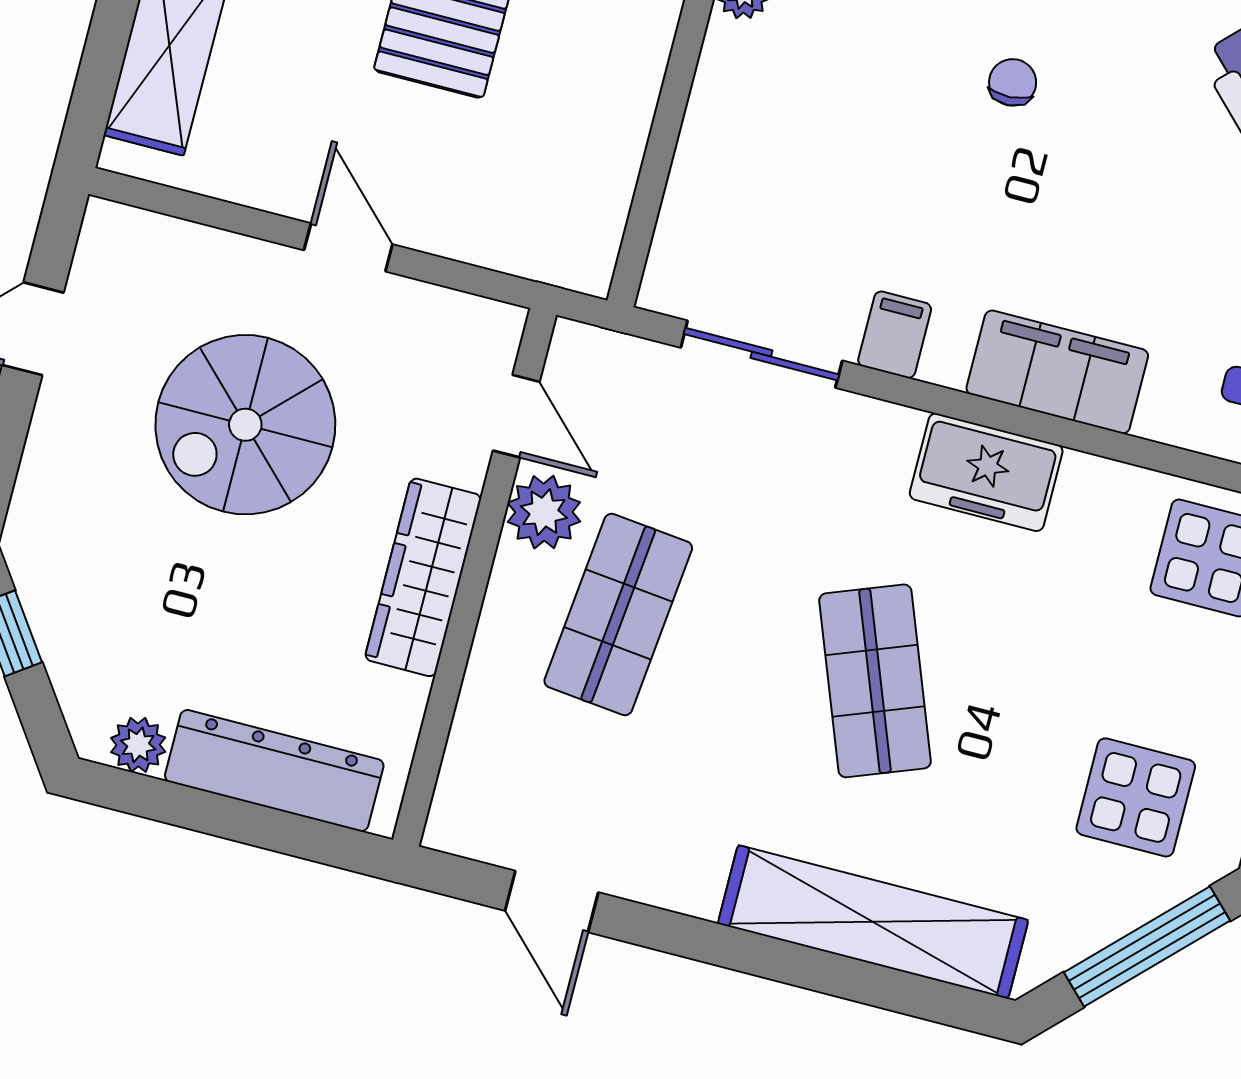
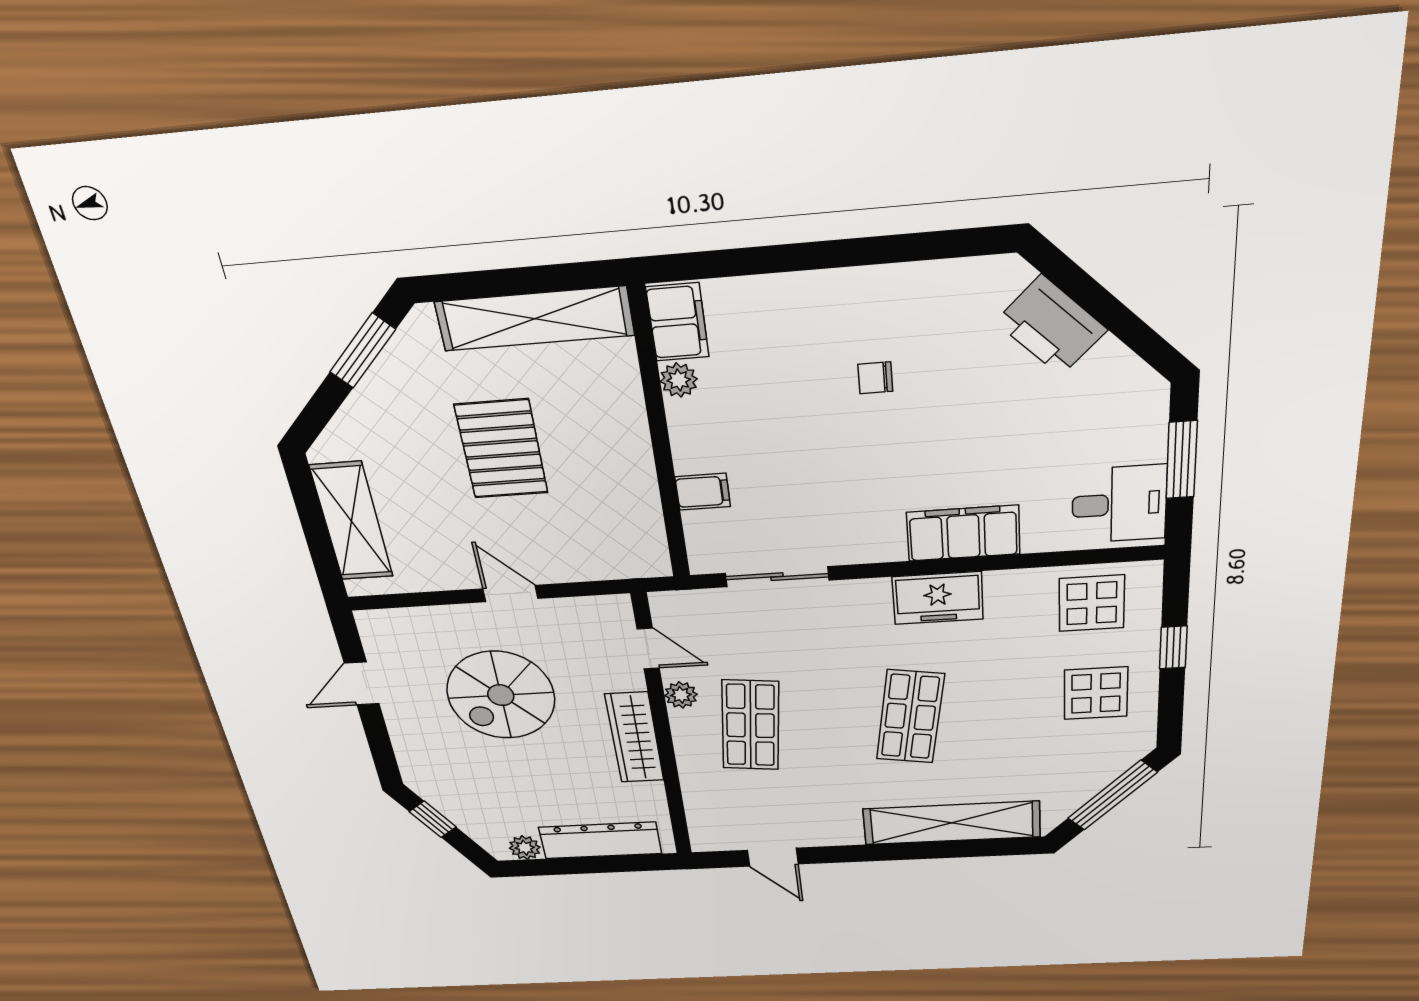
chair: (1013, 82) -> (875, 378), turned -87
filing cabinet: (895, 335) -> (703, 492), moved, turned 90
plant: (544, 512) -> (681, 695), width x0.73, depth x0.73
shop shelf: (875, 681) -> (910, 717), turned 30
display table: (1136, 797) -> (1096, 693), moved

